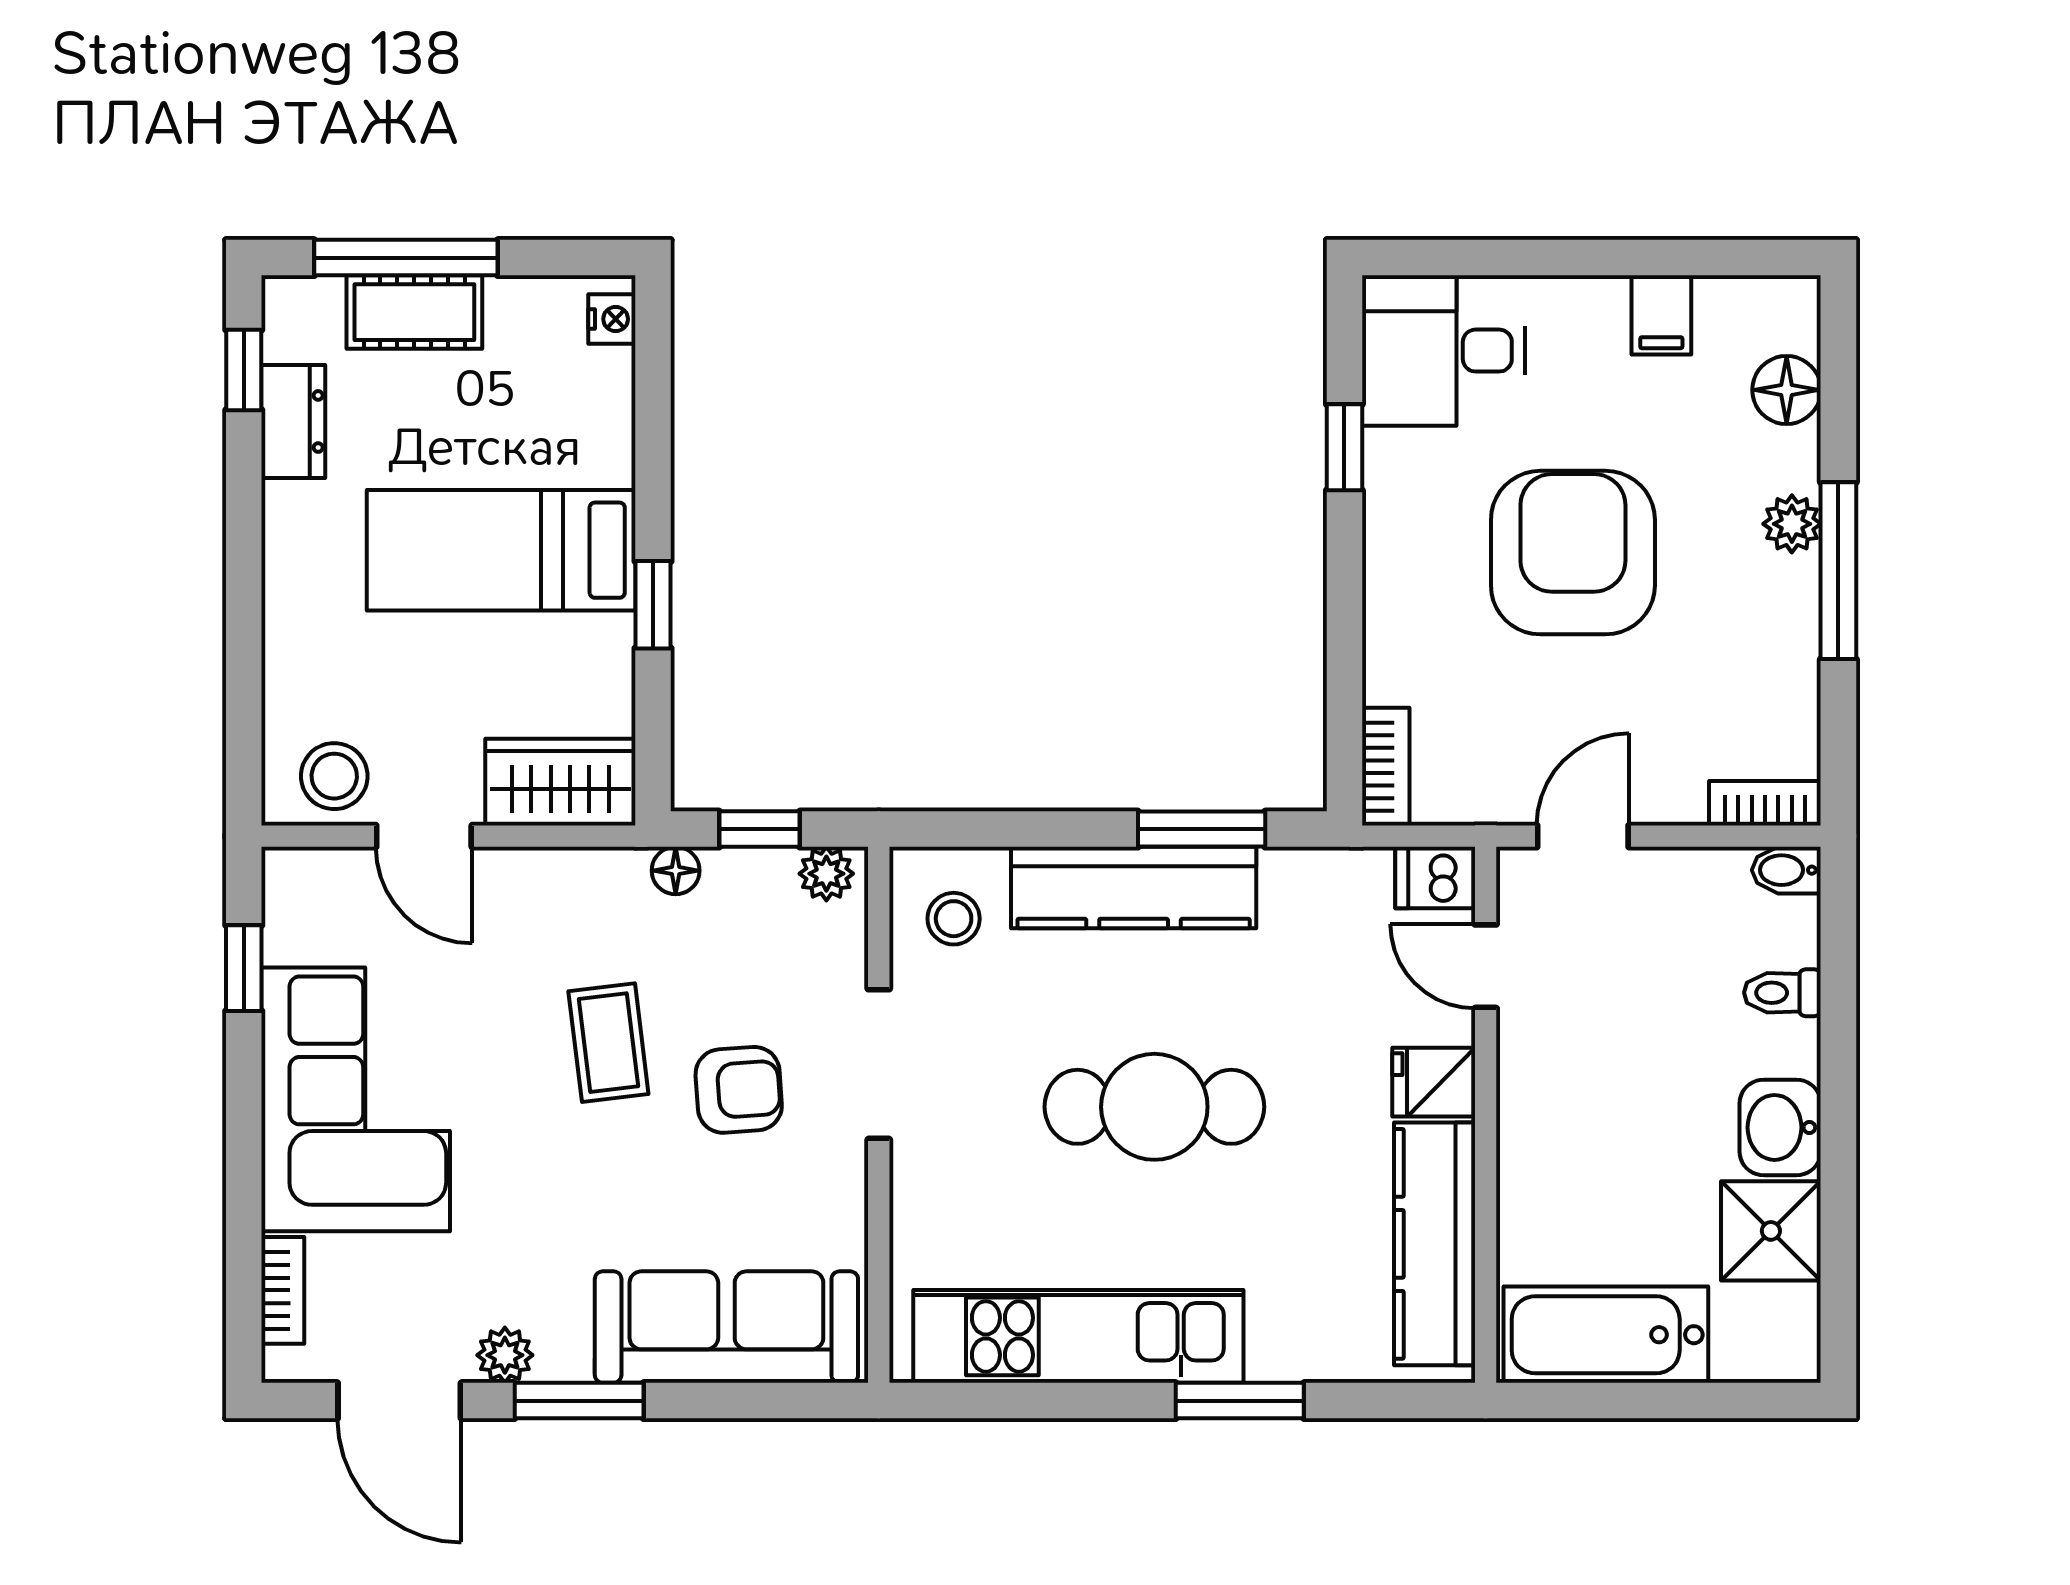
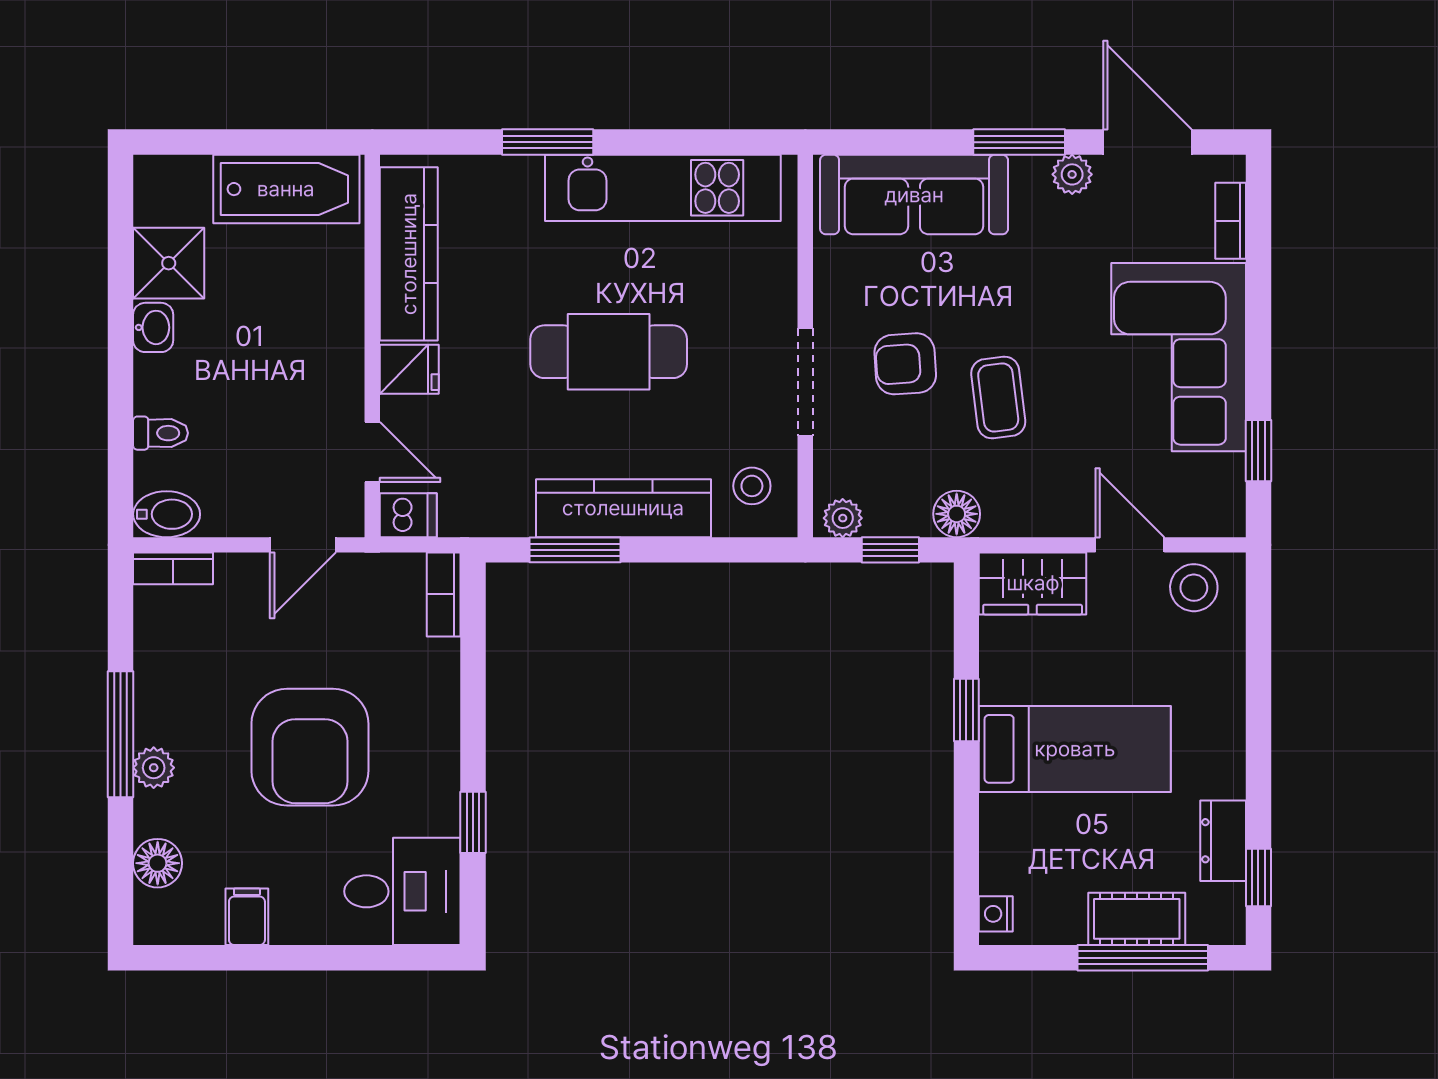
bidet: (1786, 870) -> (167, 514), width x1.38, depth x1.36
floor lamp: (676, 871) -> (957, 514), width x1.37, depth x1.37
washbasin: (1780, 1127) -> (153, 327), width x0.72, depth x0.69

